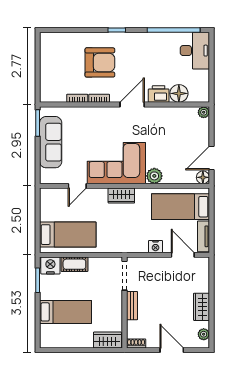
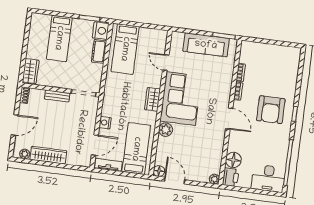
armchair: (100, 62) -> (271, 110), moved
printer: (159, 94) -> (231, 177), moved
wardrobe: (201, 307) -> (48, 155), width x1.50

